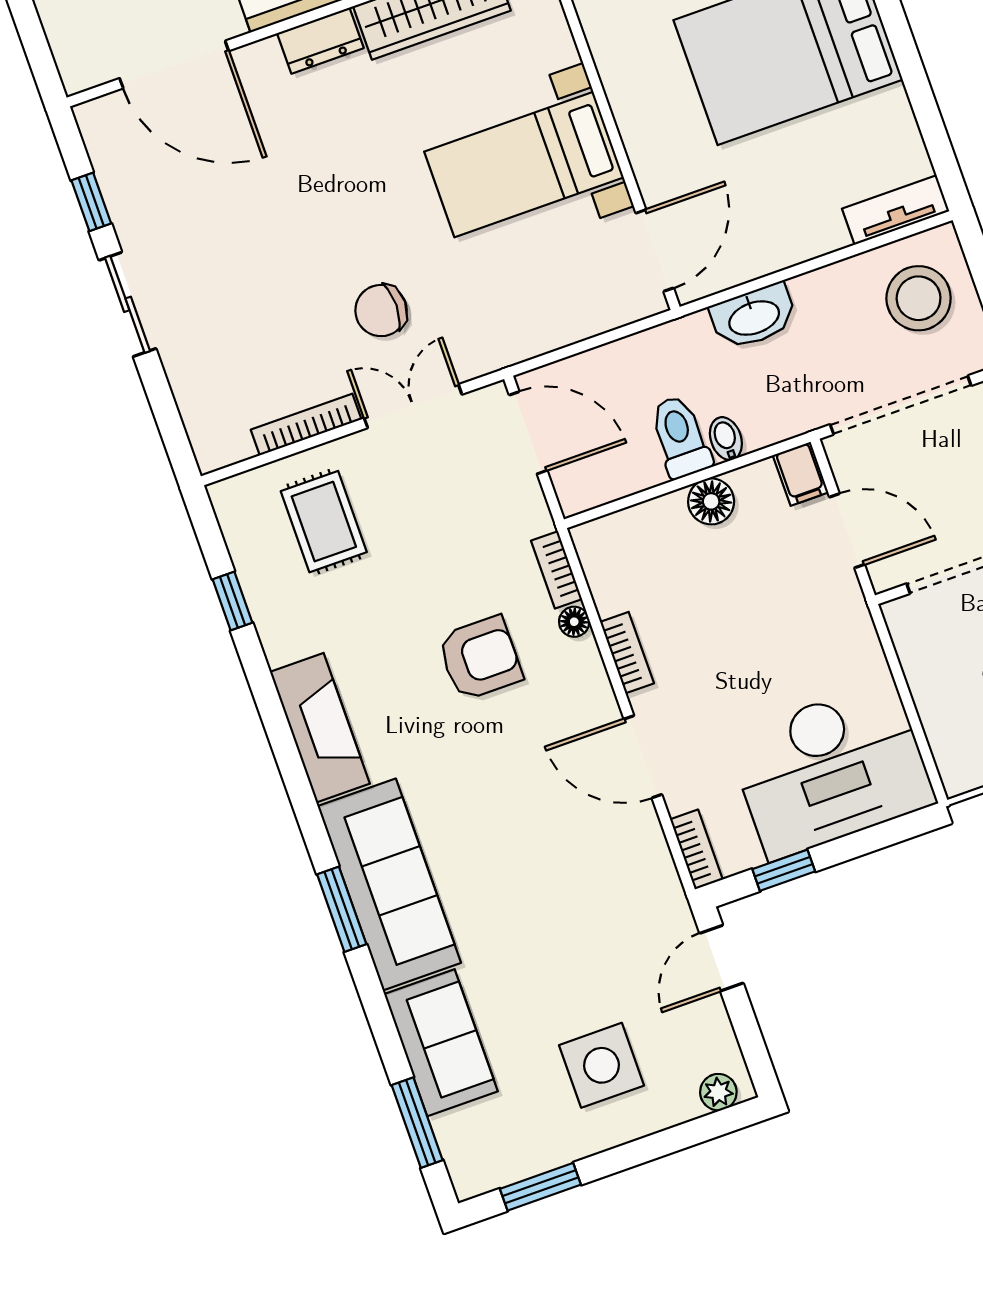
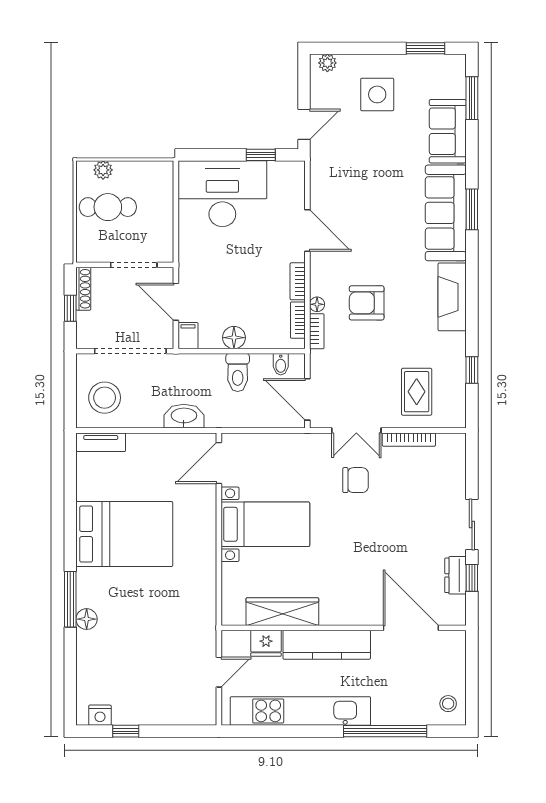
dresser: (320, 41) -> (456, 575), moved, turned -90
bidet: (726, 439) -> (281, 364), moved
bookcase: (696, 849) -> (298, 320), moved

